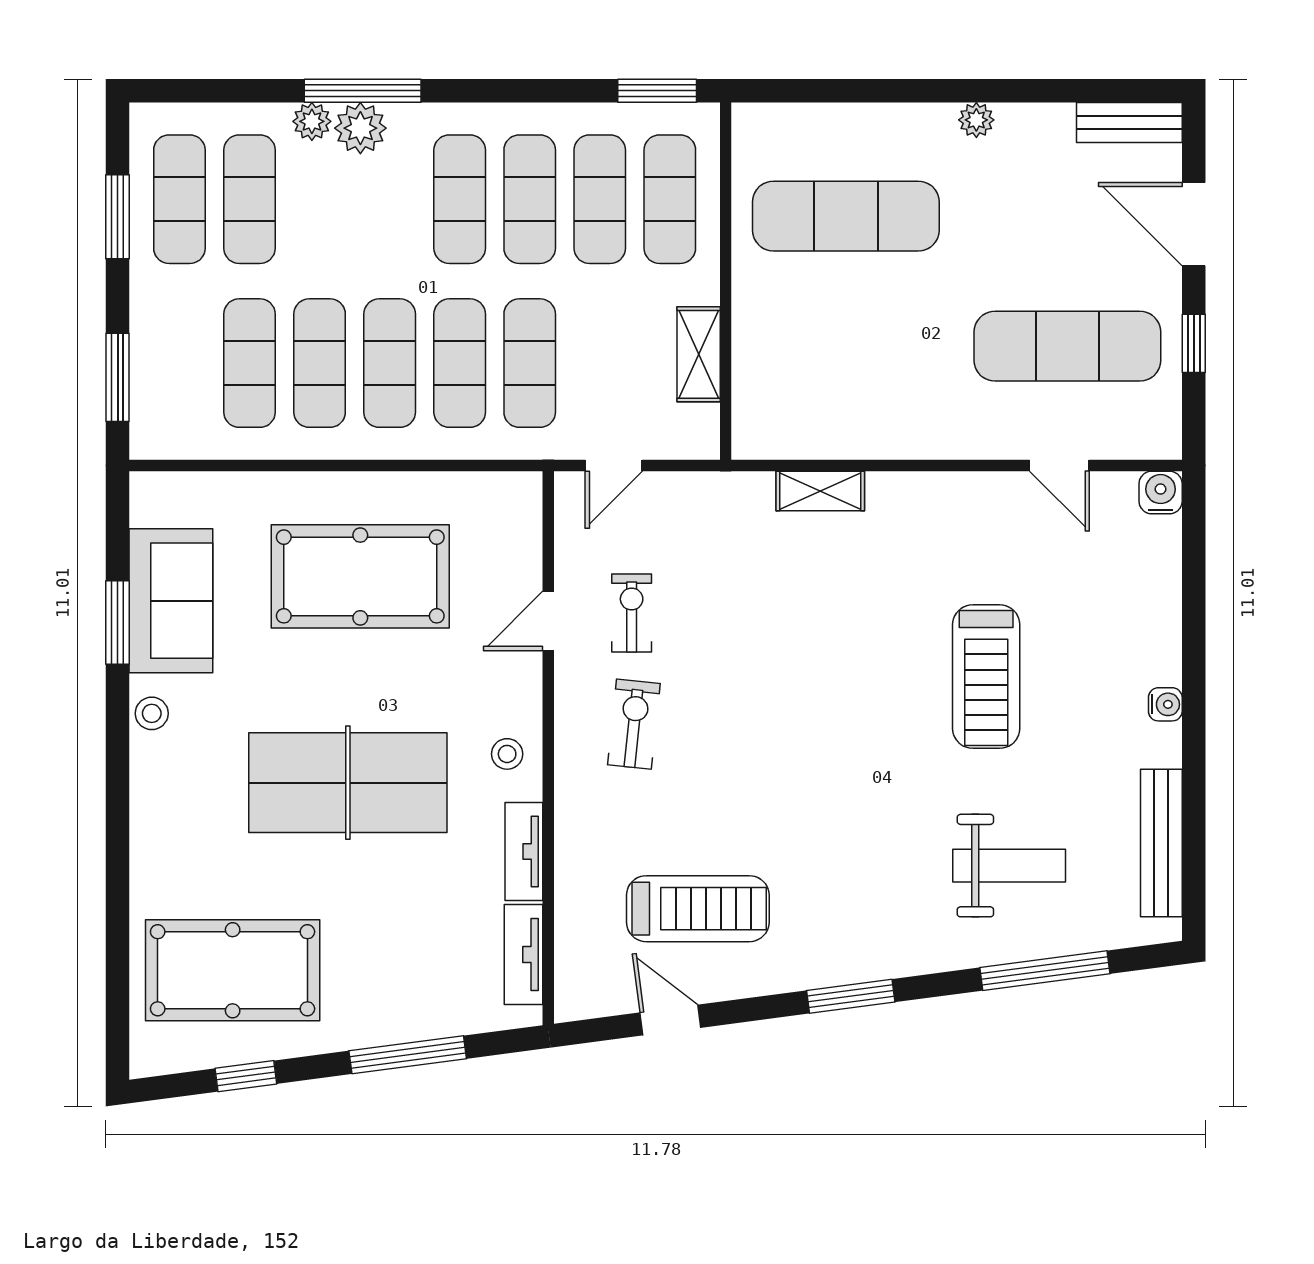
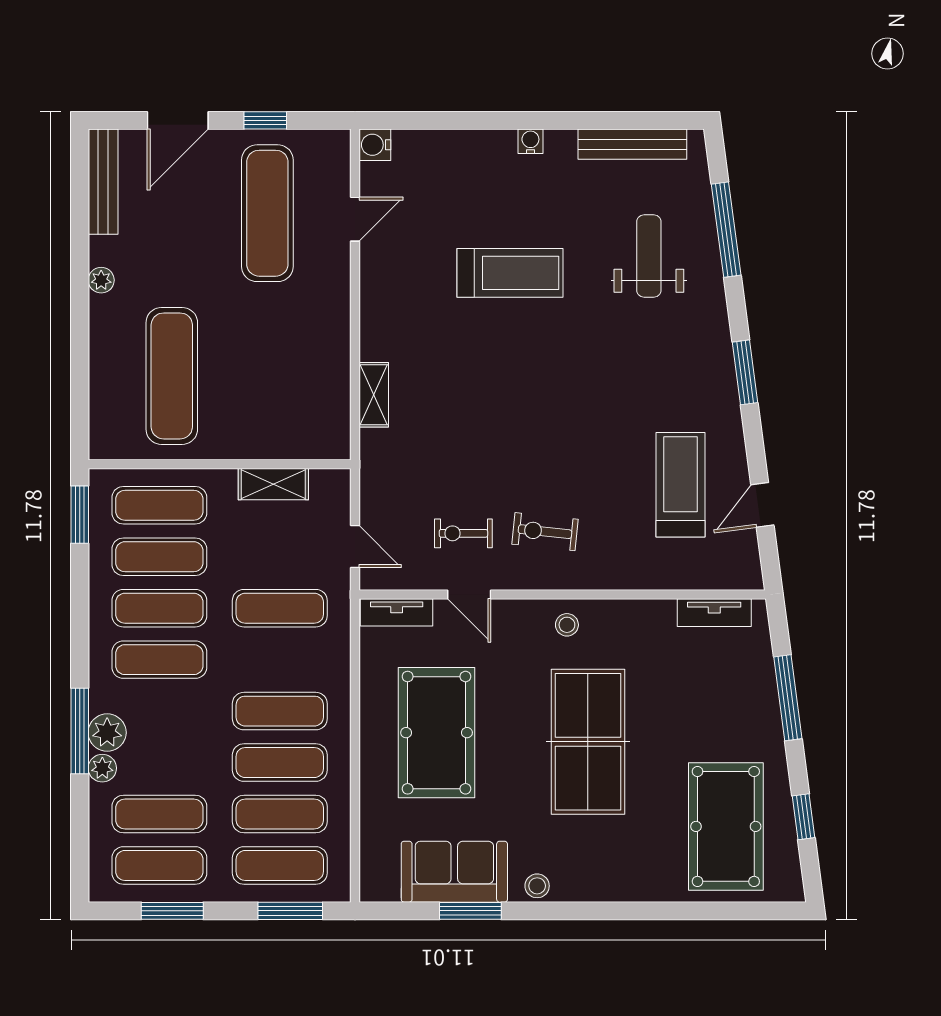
bench: (1129, 122) -> (103, 182), width x1.36
exercise mat: (460, 363) -> (280, 865), moved
tv unit: (524, 851) -> (397, 612), moved

